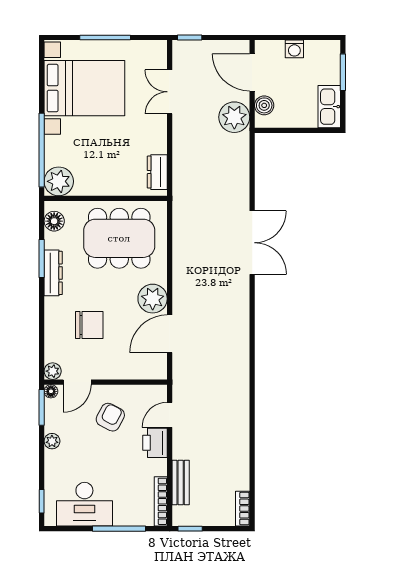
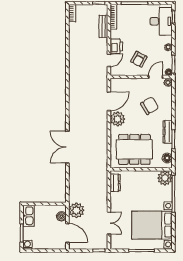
washing machine: (294, 49) -> (27, 245), moved
chair: (89, 325) -> (150, 106), turned 150
desk: (84, 504) -> (161, 21), moved, turned 90

